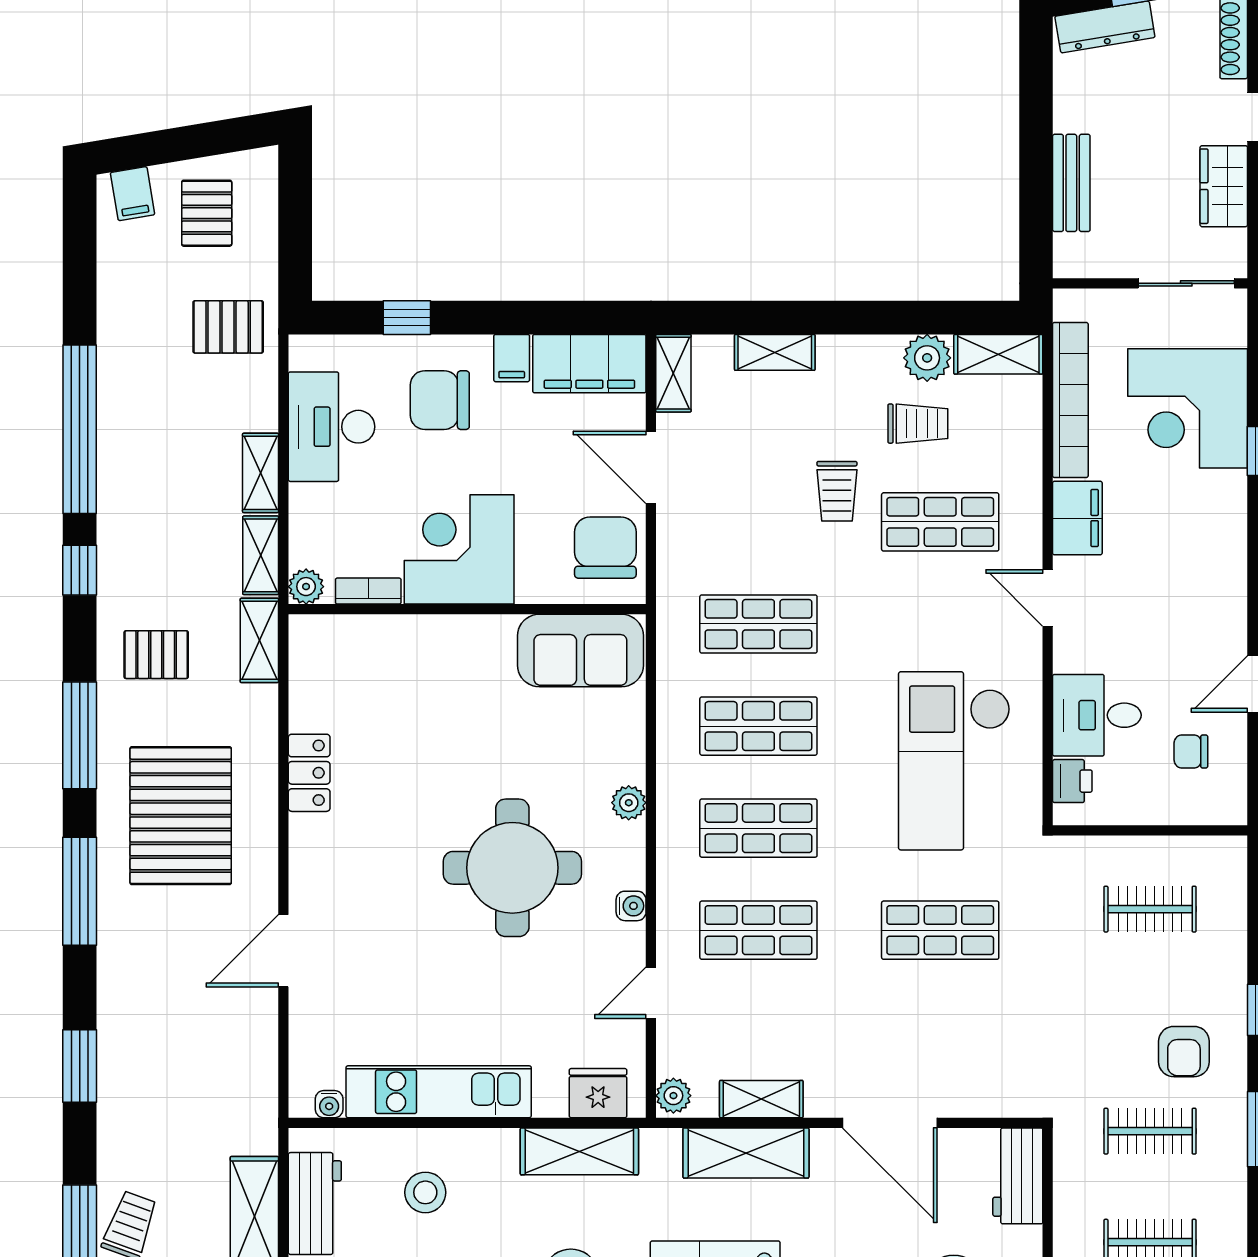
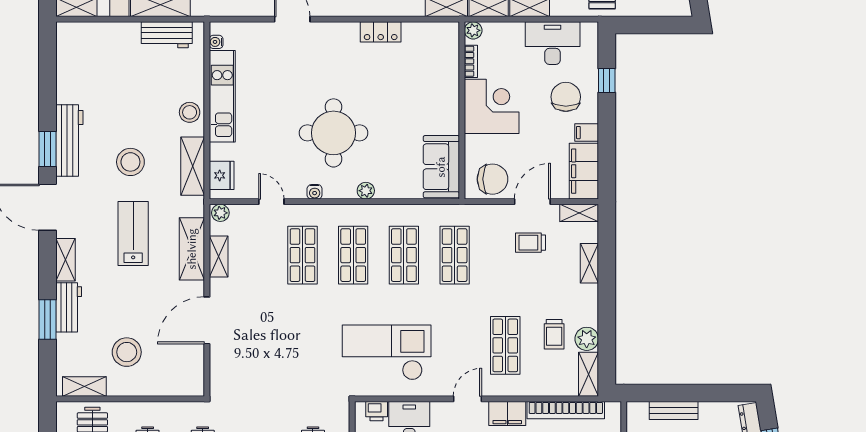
trolley: (837, 491) -> (531, 243), moved
shop shelf: (940, 930) -> (303, 345), removed
workbench: (1018, 1176) -> (180, 384), removed
stool: (425, 1192) -> (190, 112), moved

